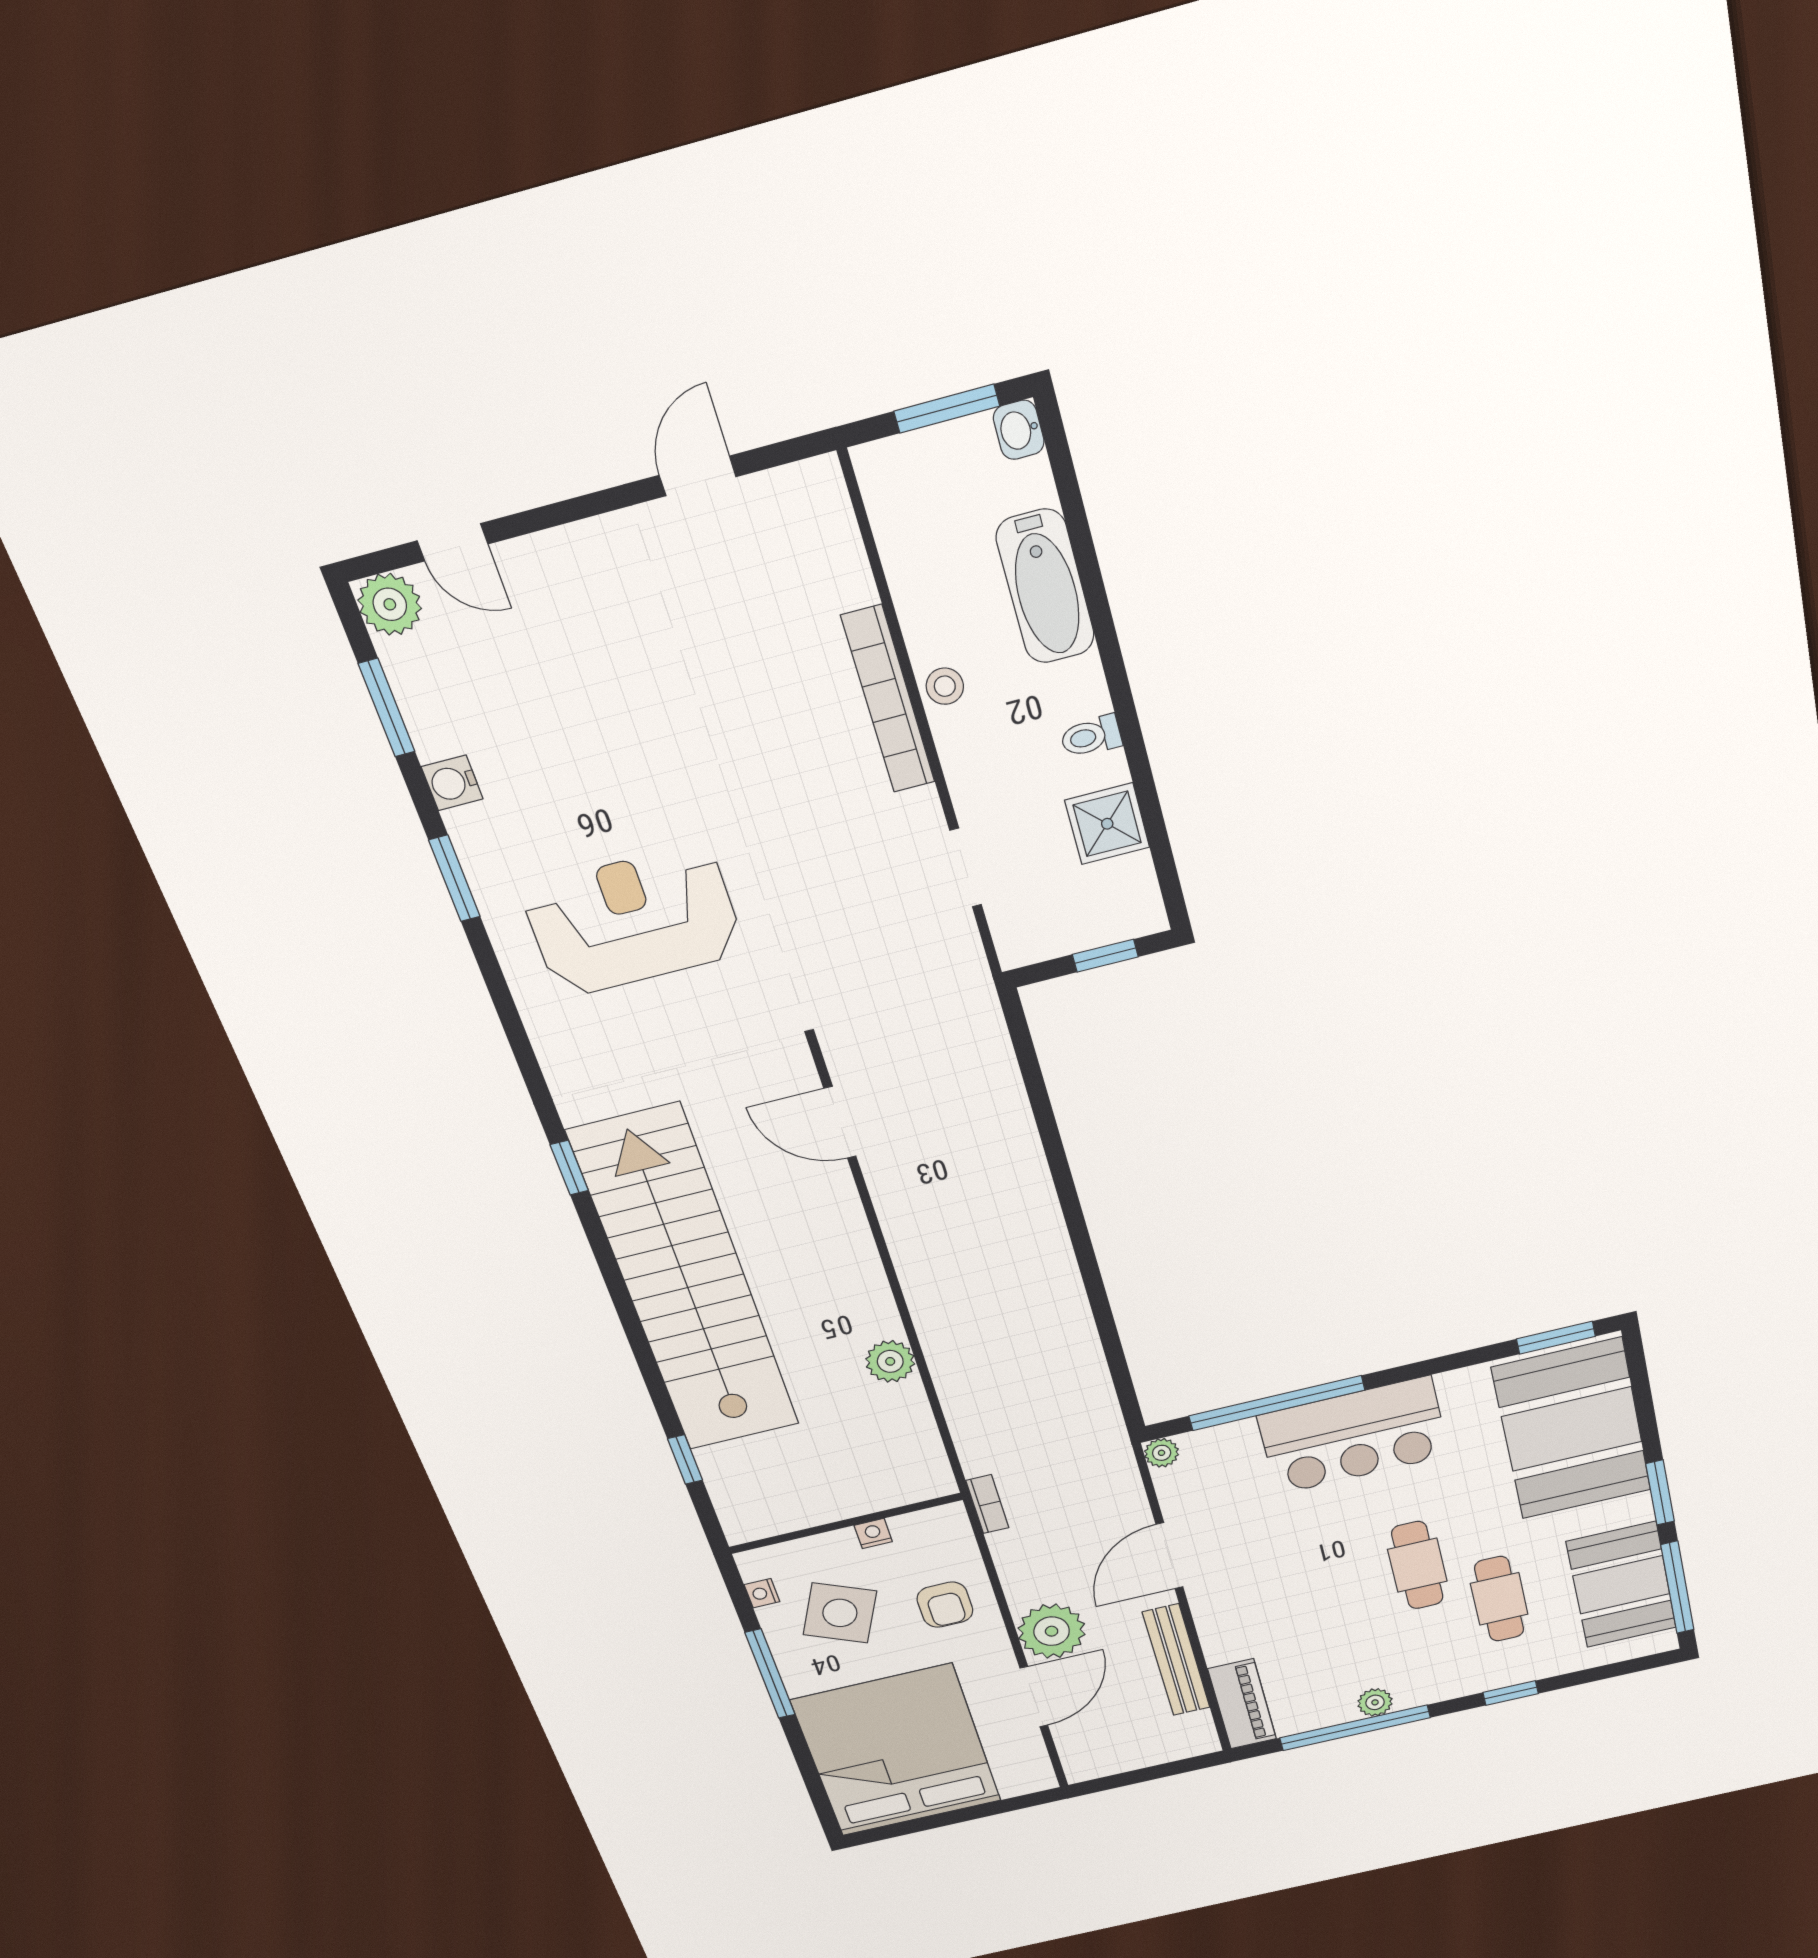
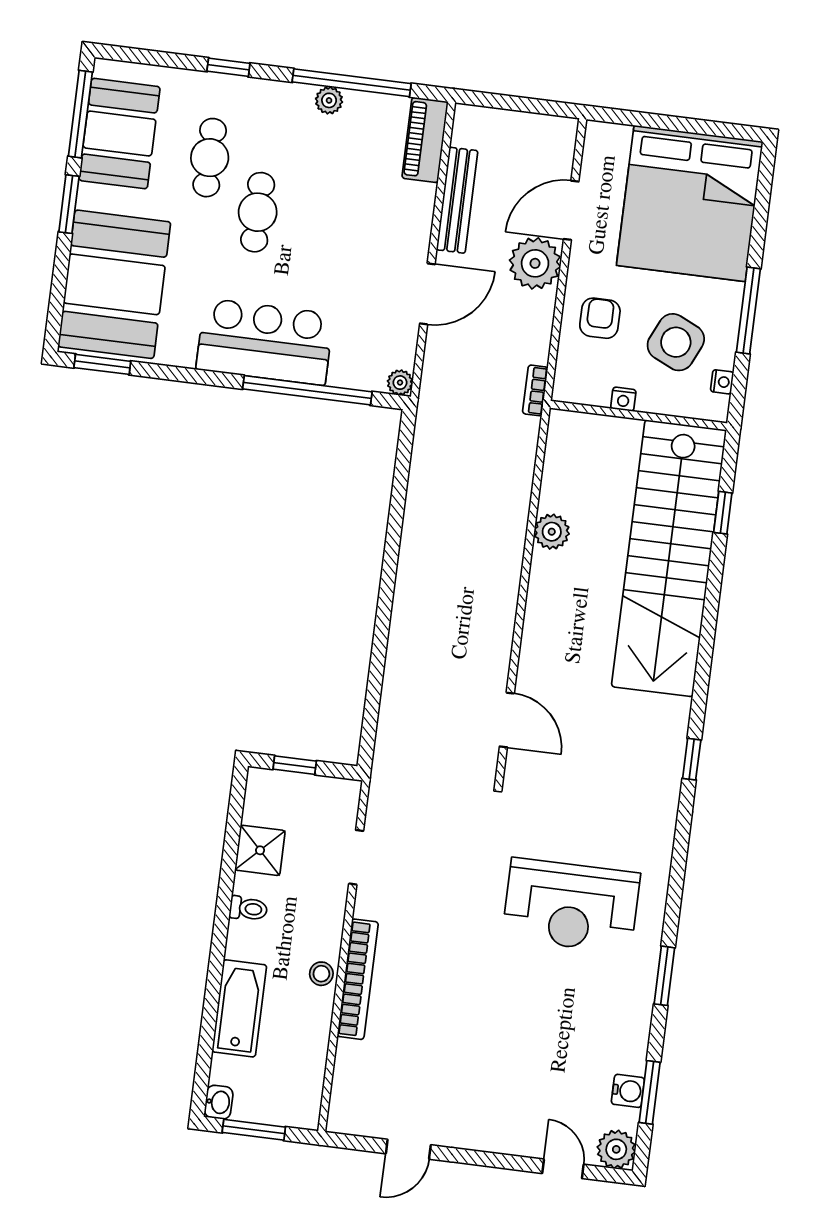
water cooler: (452, 783) -> (628, 1091), moved
stairs: (685, 1281) -> (669, 558), moved

